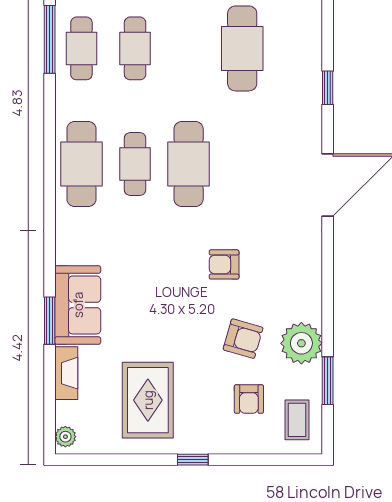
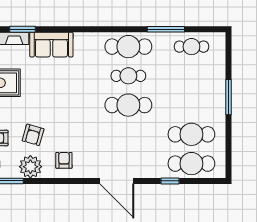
window: (50, 39) -> (166, 29), moved
cafe table: (135, 48) -> (191, 164), moved, width x1.37, depth x1.35
armchair: (224, 264) -> (64, 160), moved
window: (50, 321) -> (23, 29), moved

